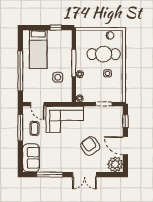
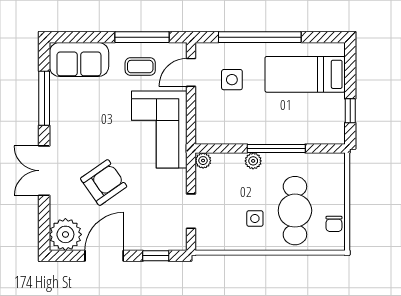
side table: (58, 77) -> (232, 80), moved

